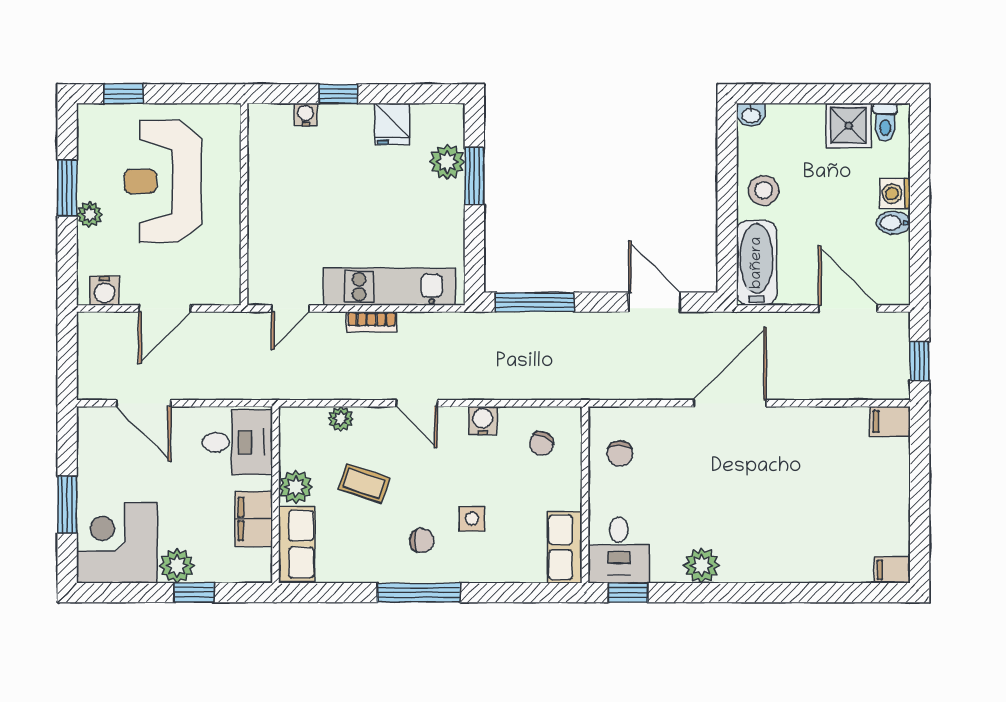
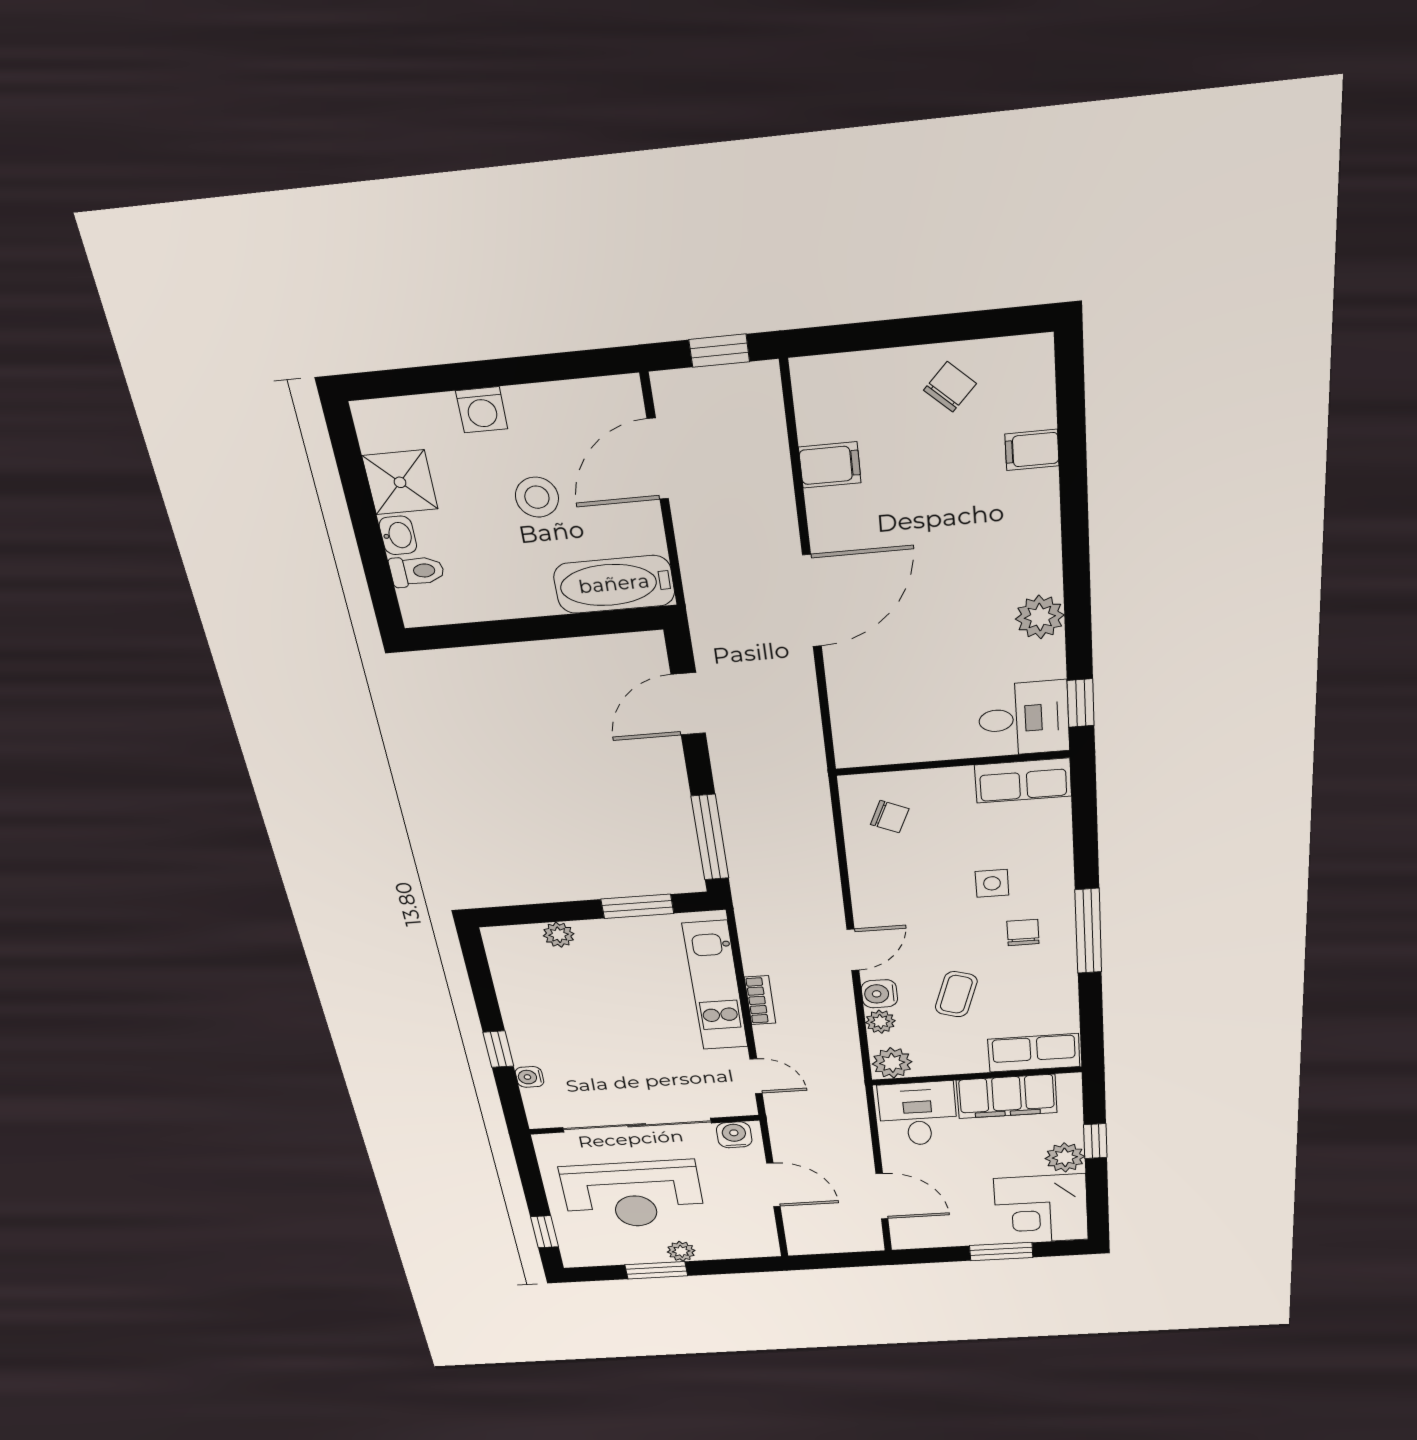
washbasin: (751, 115) -> (398, 535), moved
toilet: (885, 122) -> (417, 571), moved
fridge: (392, 124) -> (521, 997), removed
plant: (447, 162) -> (559, 935), width x0.73, depth x0.73
window: (474, 176) -> (637, 906), moved
stool: (764, 190) -> (537, 497), moved
sliding door: (244, 198) -> (637, 1125), added
bidet: (893, 223) -> (524, 408), removed
water cooler: (104, 291) -> (734, 1135), moved, turned -90
door: (144, 403) -> (882, 1196), hinge flipped
door: (730, 403) -> (812, 601), swing flipped
water cooler: (483, 421) -> (879, 994), moved
filing cabinet: (890, 421) -> (830, 465), moved, turned -90
chair: (620, 454) -> (950, 387), moved, turned -47
plant: (296, 487) -> (892, 1063), moved
filing cabinet: (254, 519) -> (1007, 1096), width x1.50, depth x1.17
filing cabinet: (892, 570) -> (1032, 450), moved, turned 90

